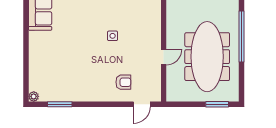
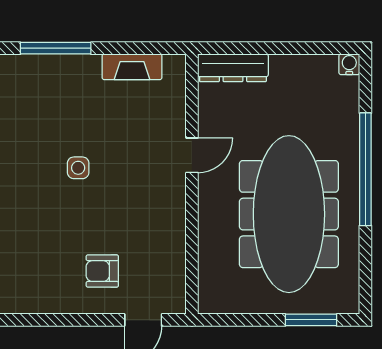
door: (164, 57) -> (192, 155), moved
armchair: (123, 82) -> (102, 271), turned 180

